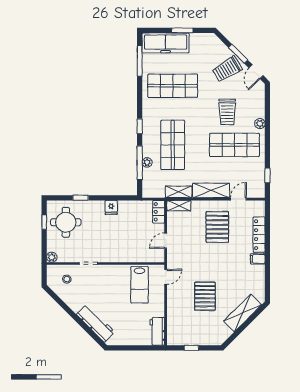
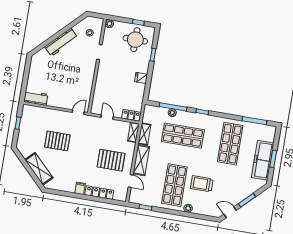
freezer: (166, 43) -> (263, 160), moved
trolley: (227, 69) -> (236, 189), removed
door: (166, 277) -> (78, 112), swing flipped
lab bench: (140, 285) -> (75, 90), removed
workbench: (96, 323) -> (61, 42), moved

